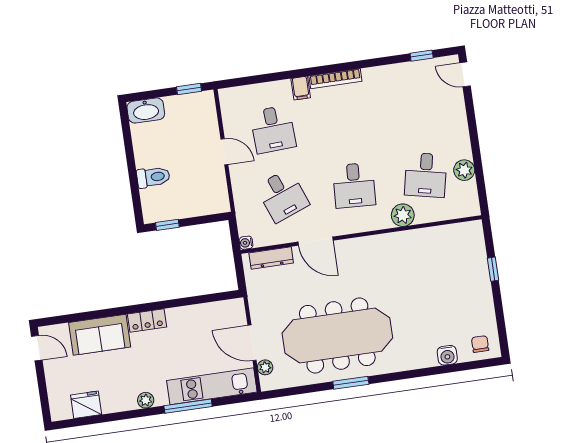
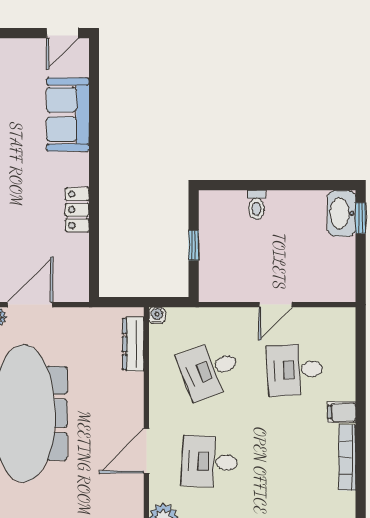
window: (189, 89) -> (361, 218), moved
toilet: (153, 177) -> (256, 205), width x0.73, depth x0.72
window: (167, 225) -> (194, 245), moved
door: (316, 241) -> (146, 451), moved
locker: (147, 320) -> (77, 210), moved

